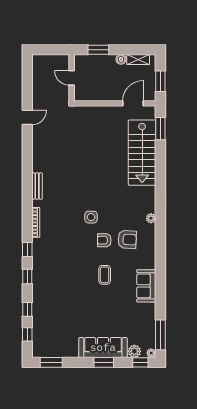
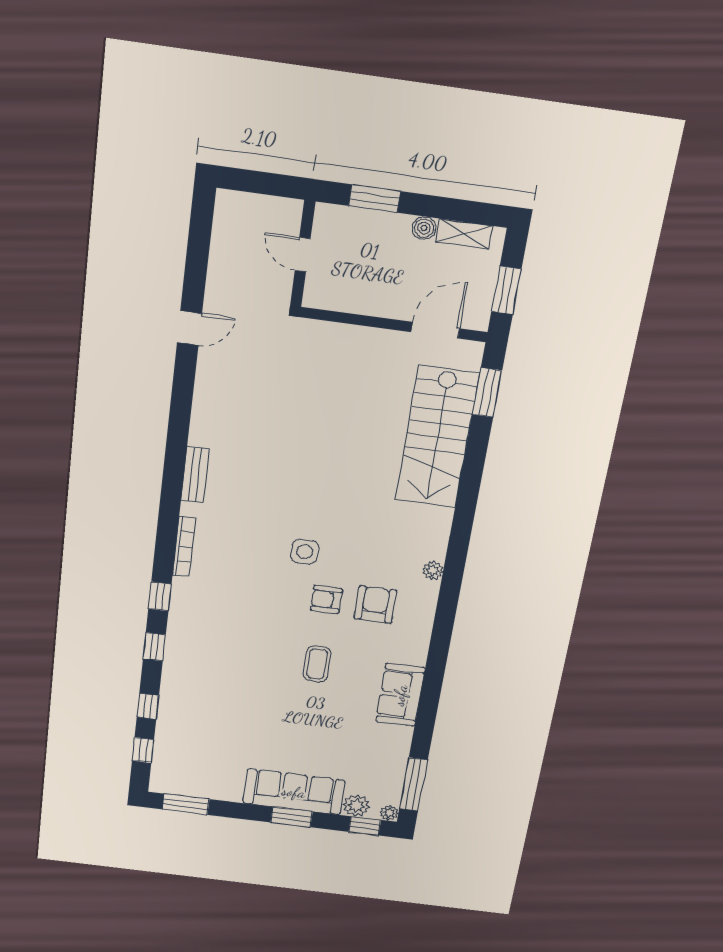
armchair: (127, 239) -> (375, 604), turned -93

